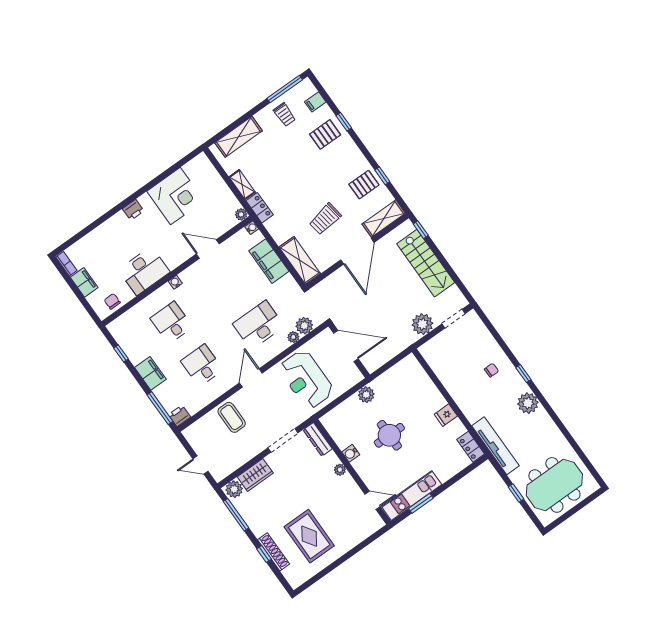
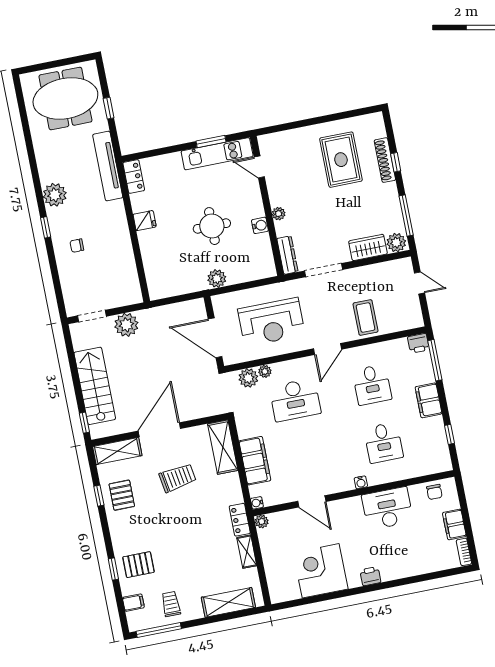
pallet: (364, 185) -> (122, 495), turned 90
reception desk: (306, 379) -> (271, 322), turned 90

